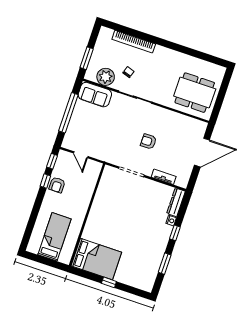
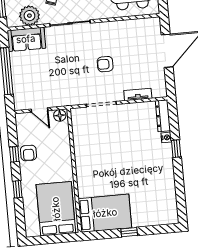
window: (52, 161) -> (17, 189), moved
floor lamp: (95, 166) -> (60, 115), added
bed: (54, 237) -> (56, 209), width x1.50
window: (165, 264) -> (179, 186), removed

